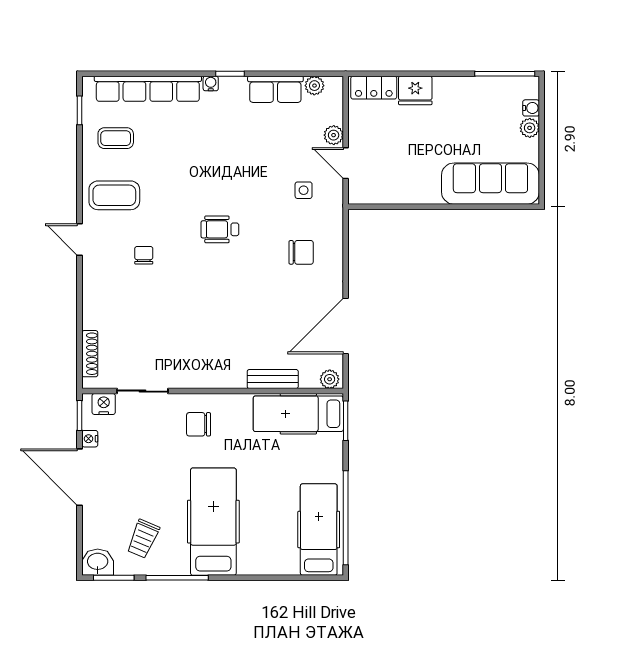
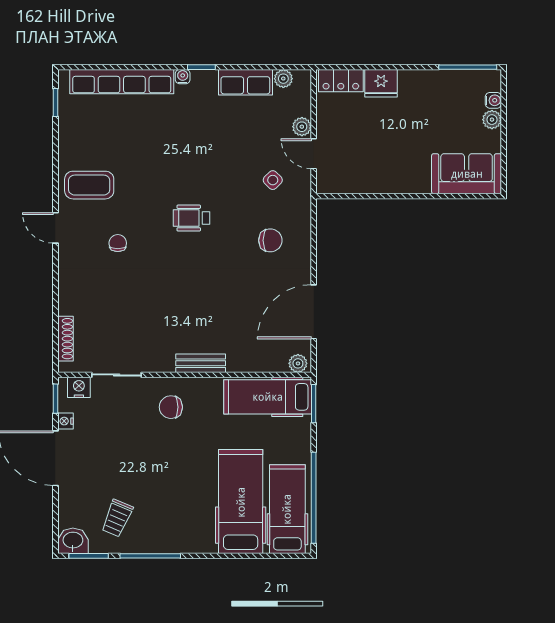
coffee table: (116, 138) -> (91, 130), removed
sofa: (490, 184) -> (467, 174), width x0.73
side table: (304, 190) -> (273, 180), turned 45
bench: (273, 379) -> (201, 363), moved
hospital bed: (213, 522) -> (241, 502), moved

